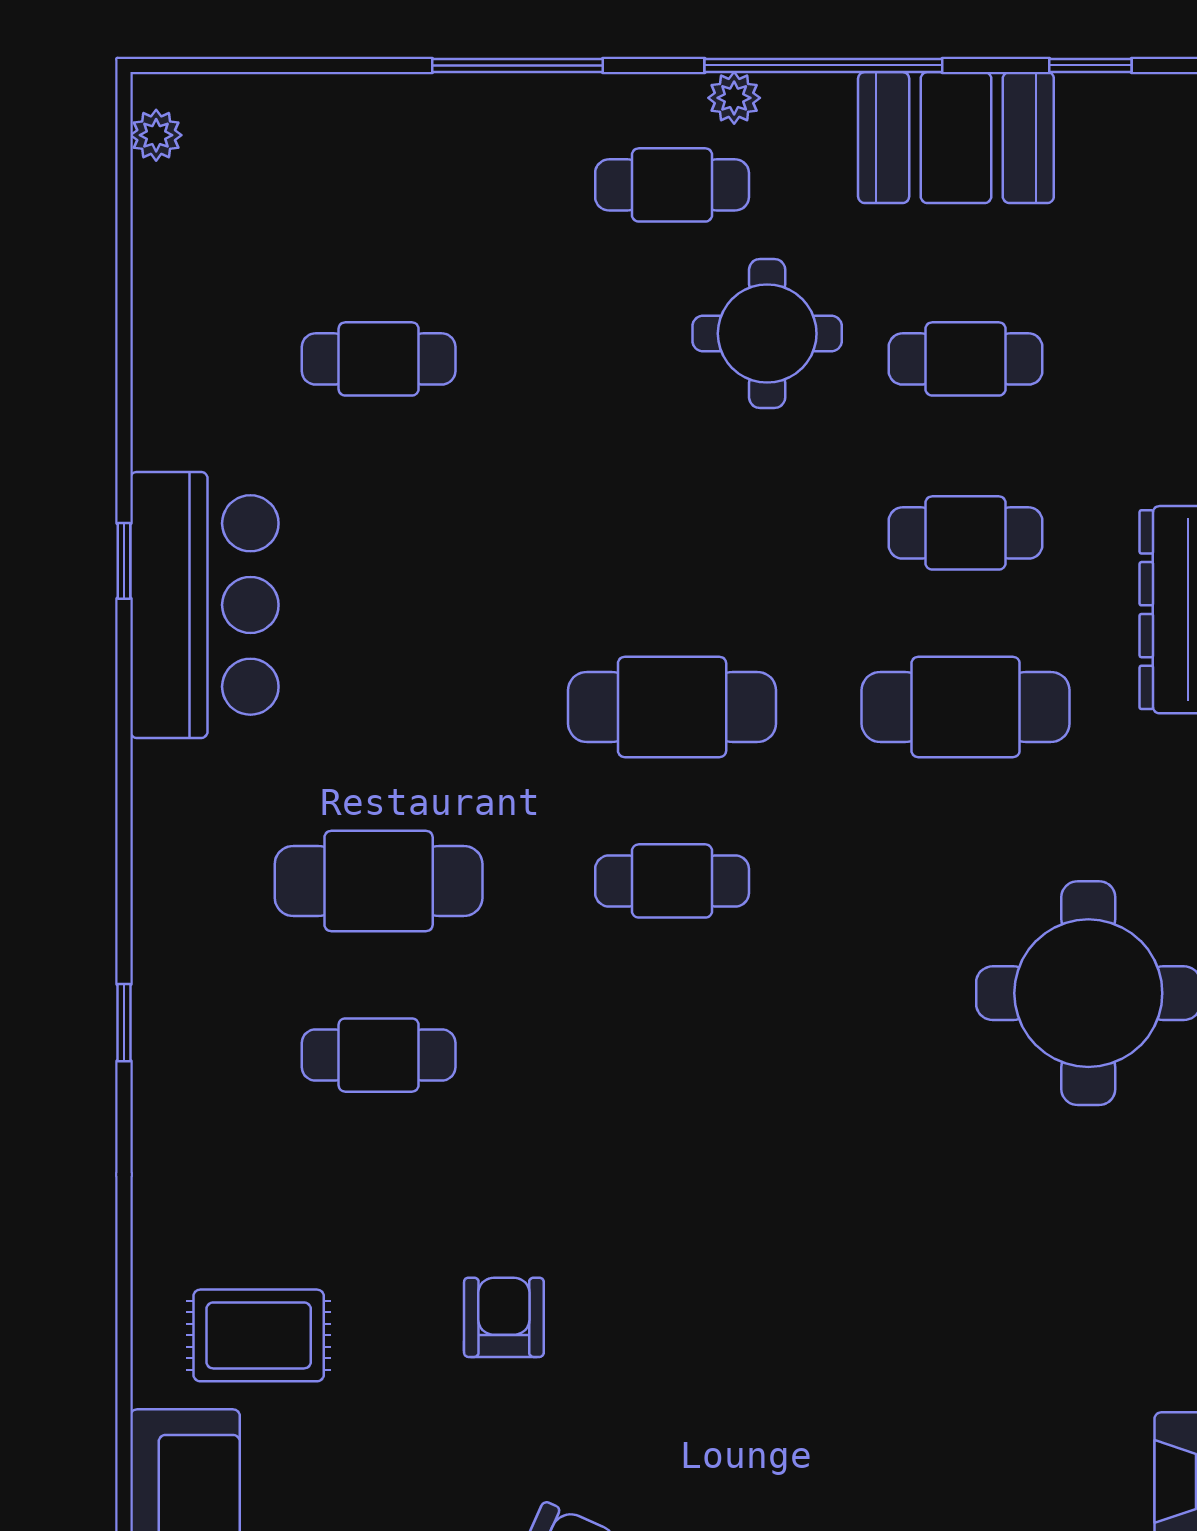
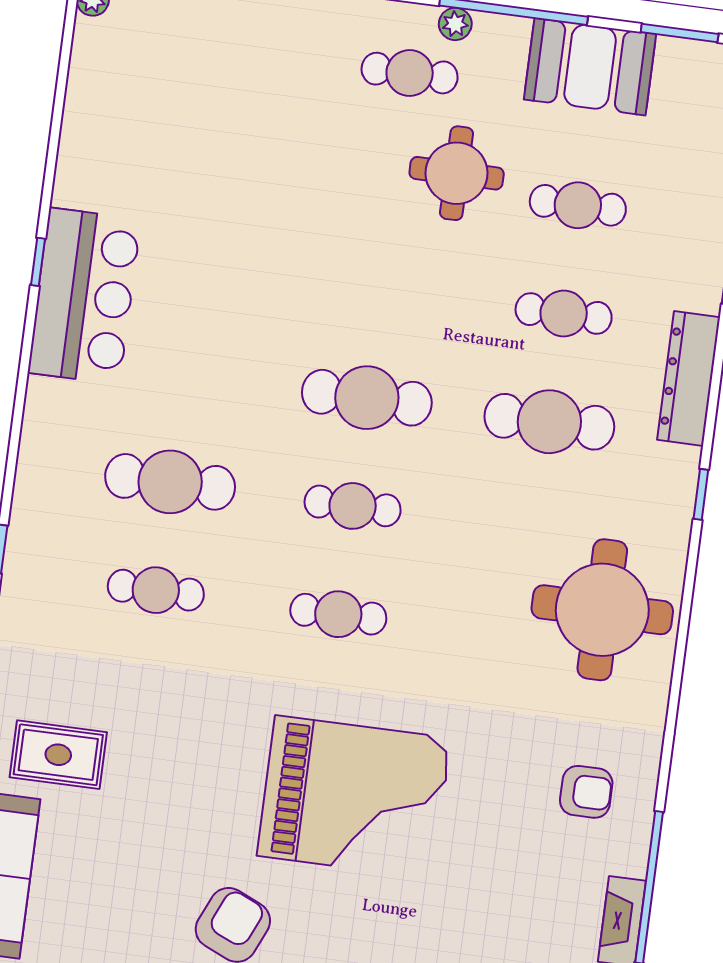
window: (1090, 65) -> (680, 33), width x1.50
cafe table: (379, 359) -> (338, 614), moved
armchair: (504, 1317) -> (586, 792), moved, turned 90
grand piano: (735, 1341) -> (354, 797), added

